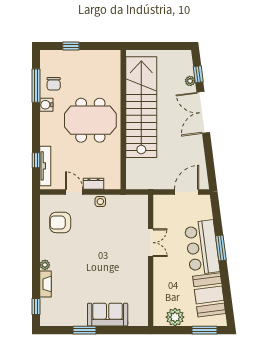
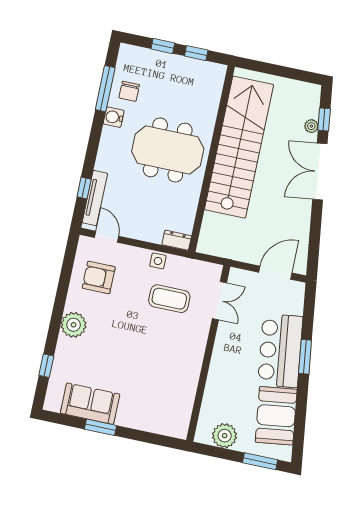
window: (96, 46) -> (196, 53), added
dresser: (94, 184) -> (177, 240), moved
door: (74, 192) -> (107, 237), moved
coffee table: (114, 227) -> (169, 299), added
double door: (151, 243) -> (219, 301), moved
plant: (45, 265) -> (74, 325), width x1.88, depth x1.88
fireplace: (45, 284) -> (62, 355), removed
window: (36, 307) -> (46, 366), moved
sofa: (108, 315) -> (90, 404), moved

